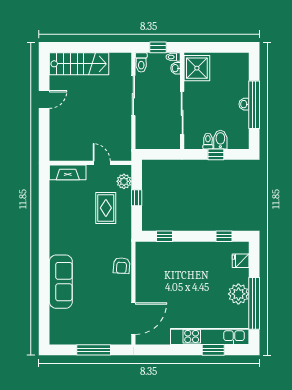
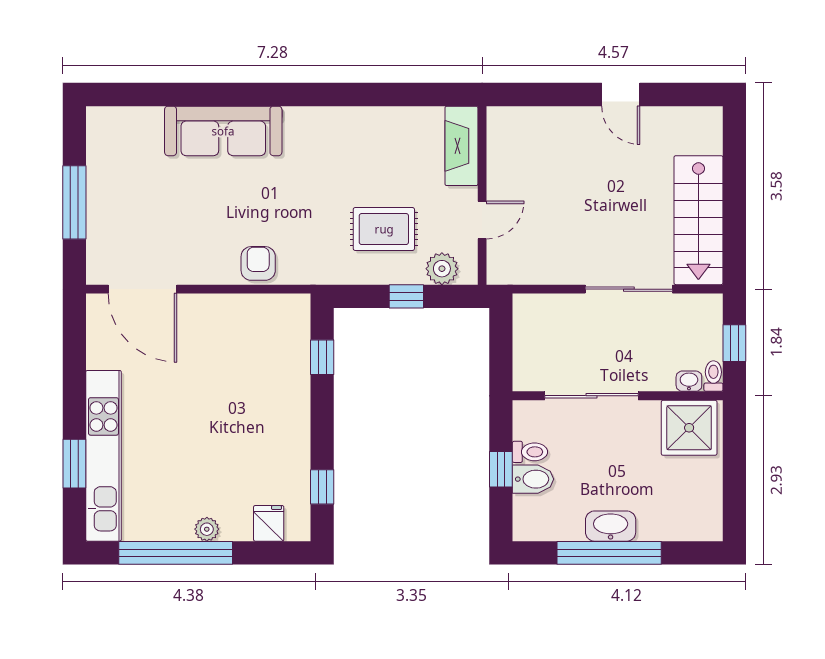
toilet: (141, 62) -> (702, 306), removed
stairs: (79, 64) -> (698, 220), moved
washbasin: (244, 104) -> (611, 526), width x1.91, depth x1.45
armchair: (122, 266) -> (258, 263), turned 86
plant: (238, 294) -> (207, 529), width x0.53, depth x0.53

